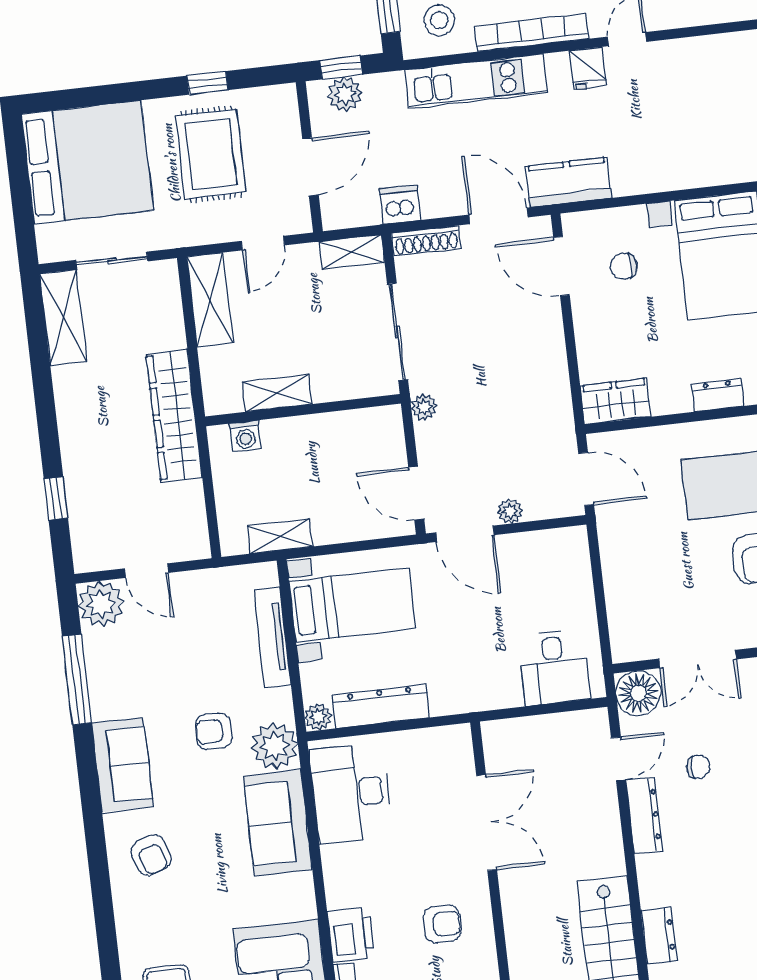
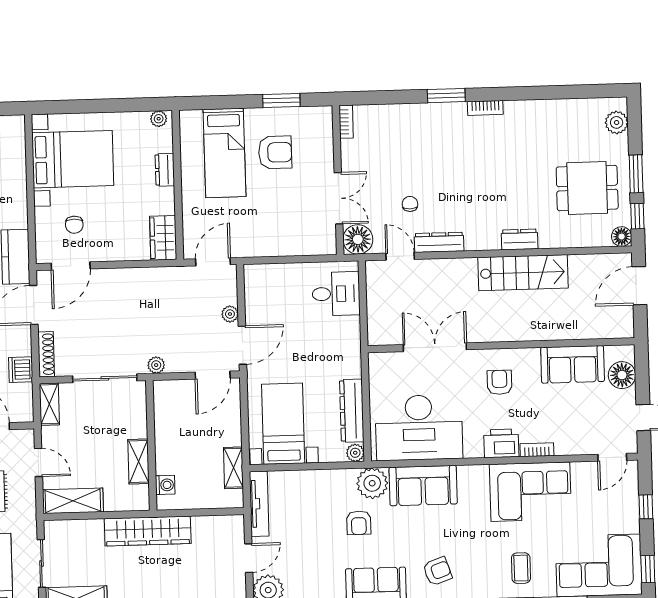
tv unit: (272, 637) -> (259, 504), moved, turned -90
desk: (351, 793) -> (419, 428), width x1.36, depth x1.30

